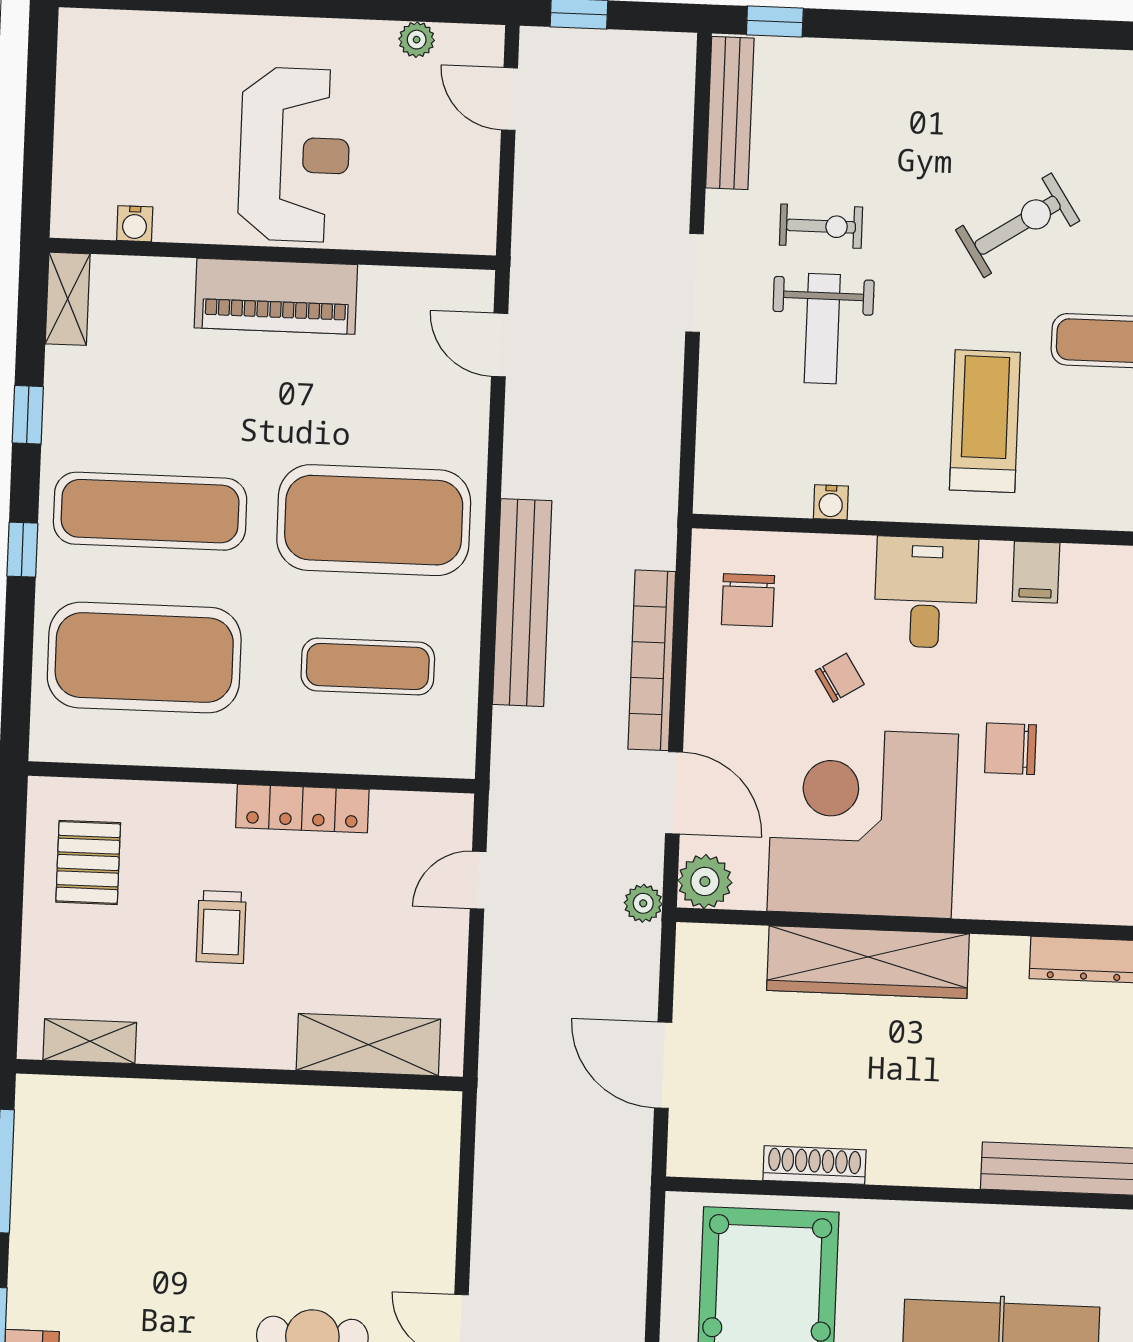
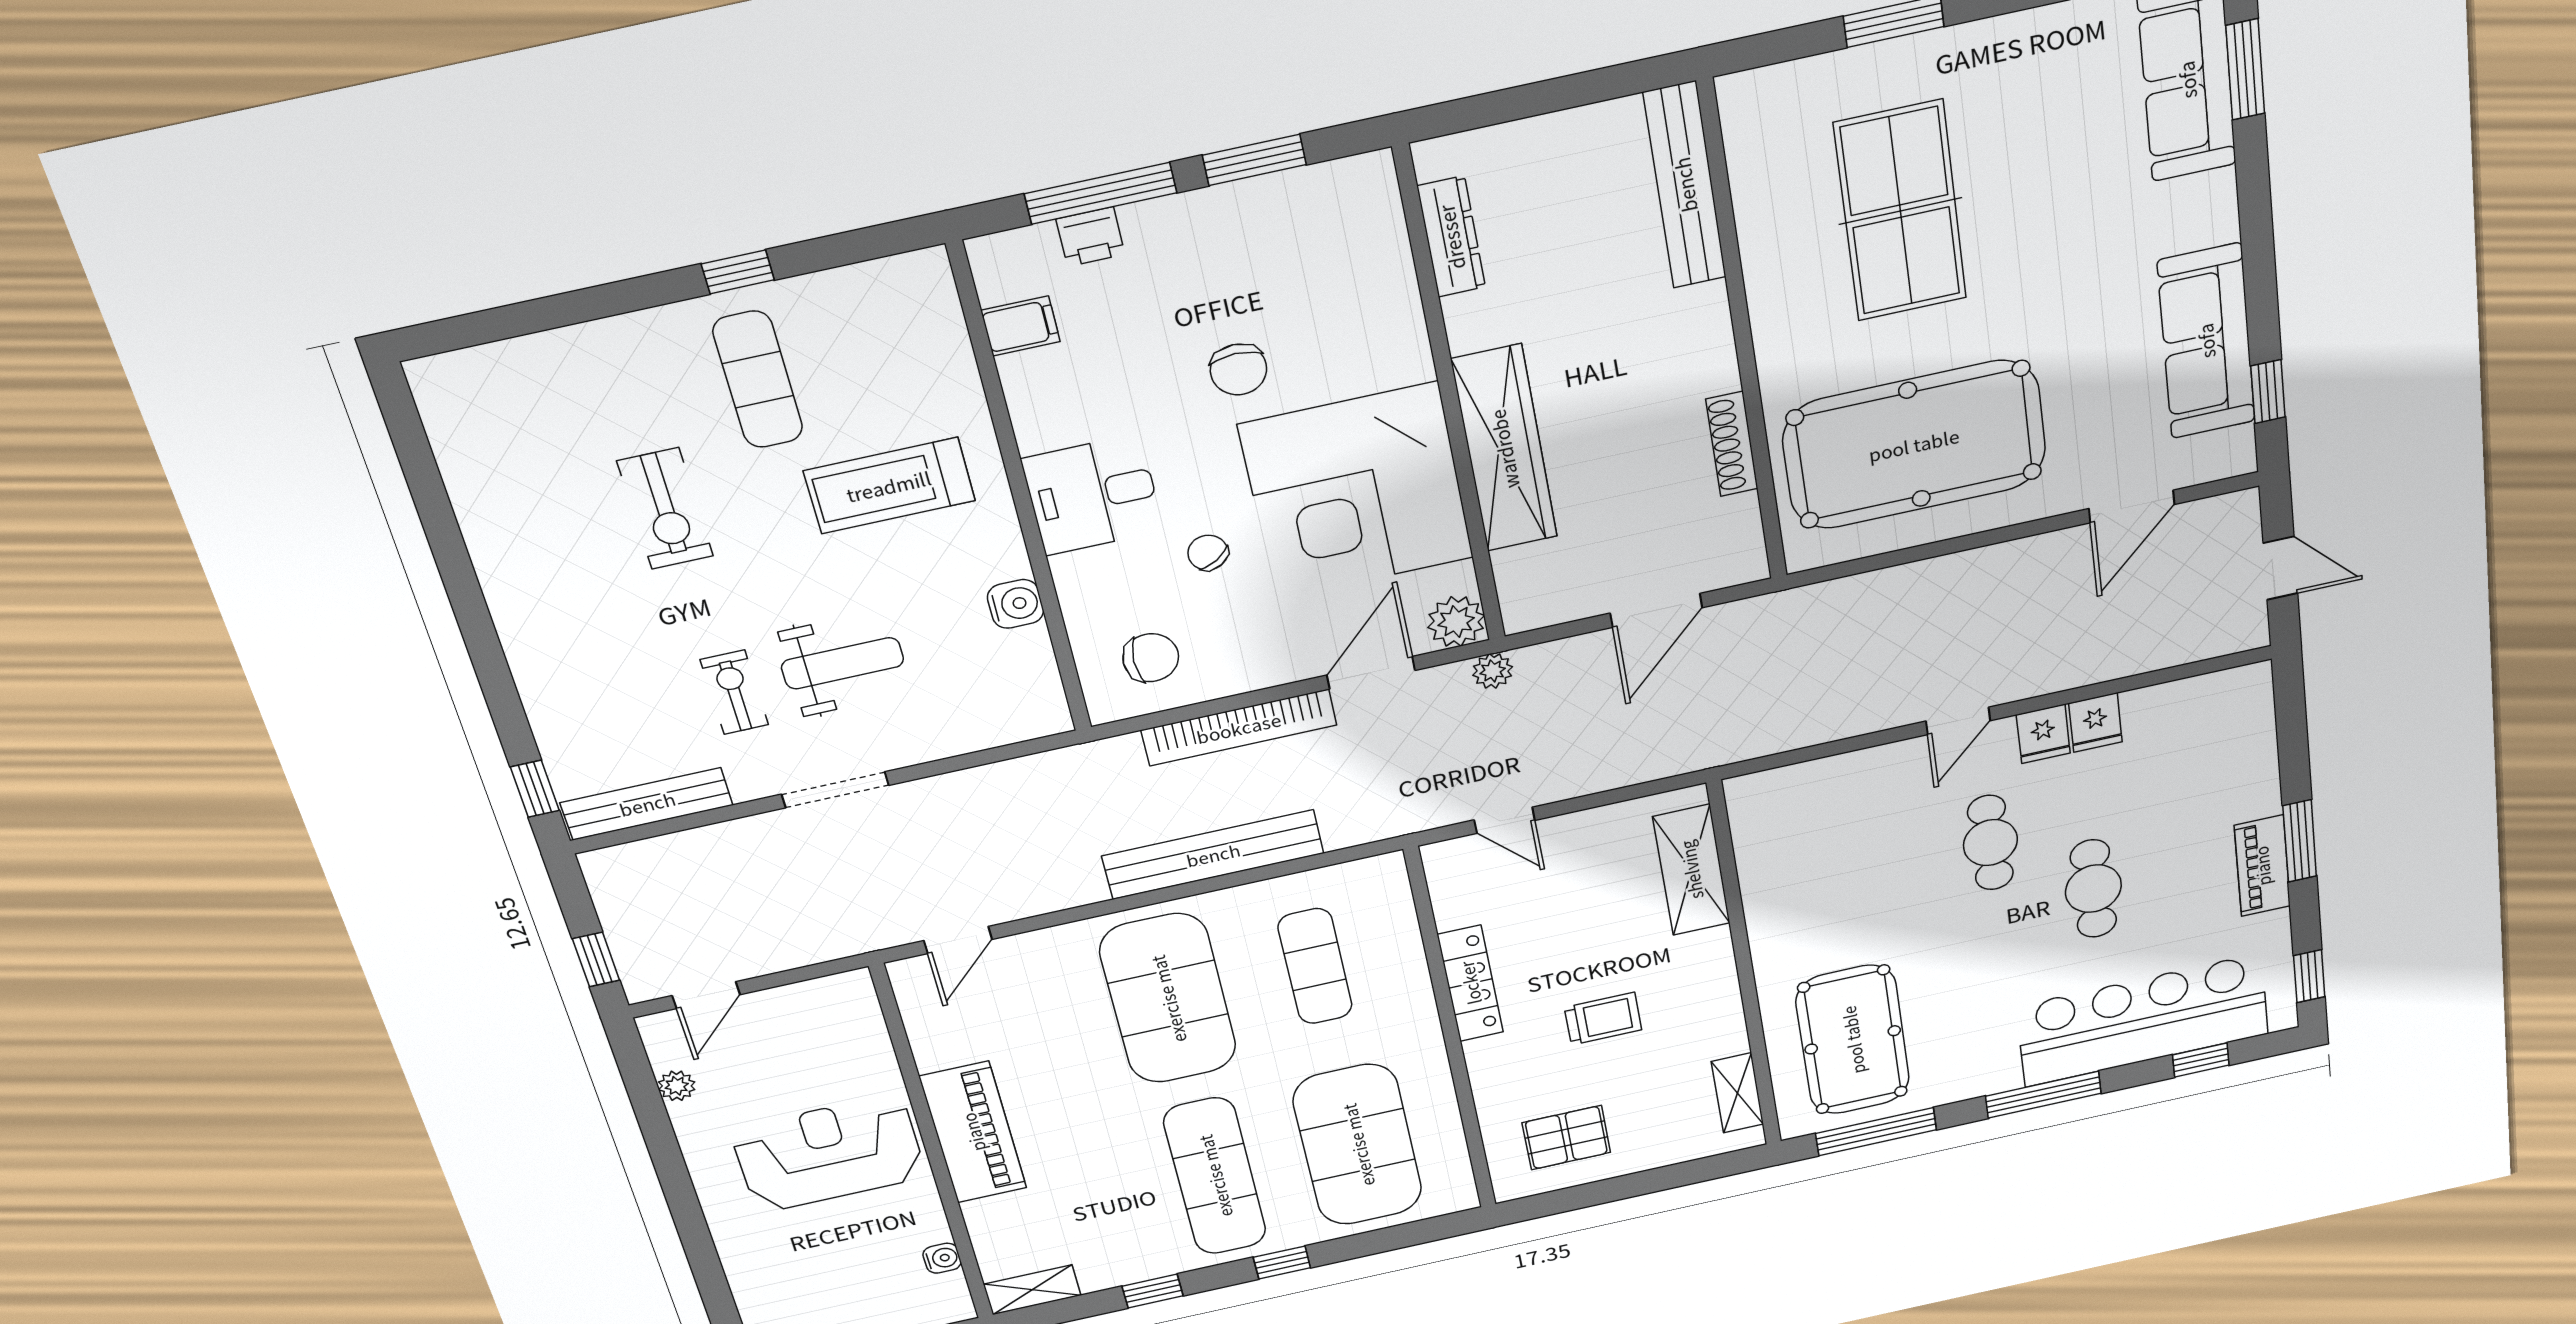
exercise bike: (1018, 225) -> (665, 509), turned -147
water cooler: (831, 502) -> (1015, 604), width x1.38, depth x1.38
filing cabinet: (1036, 572) -> (1021, 326), moved
pool table: (119, 1166) -> (1853, 1040), added

